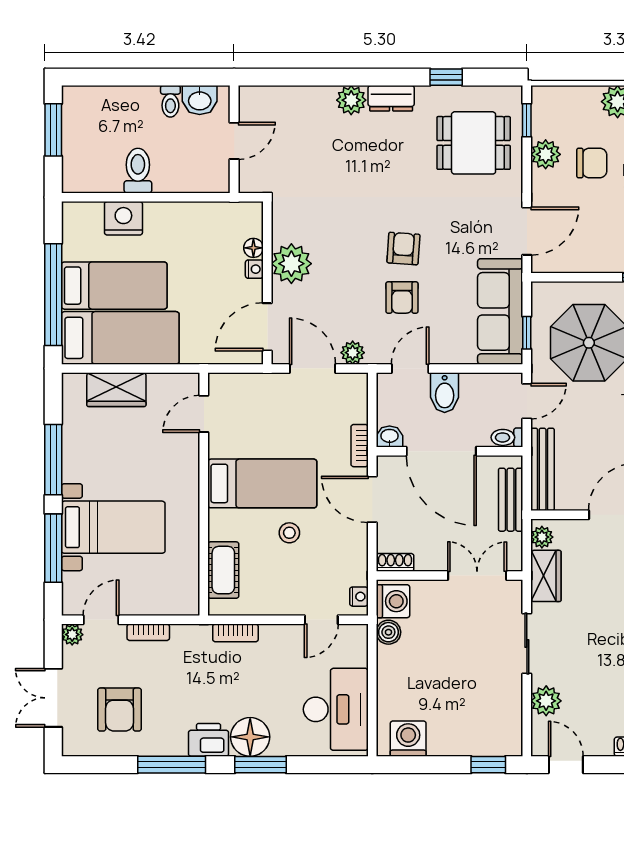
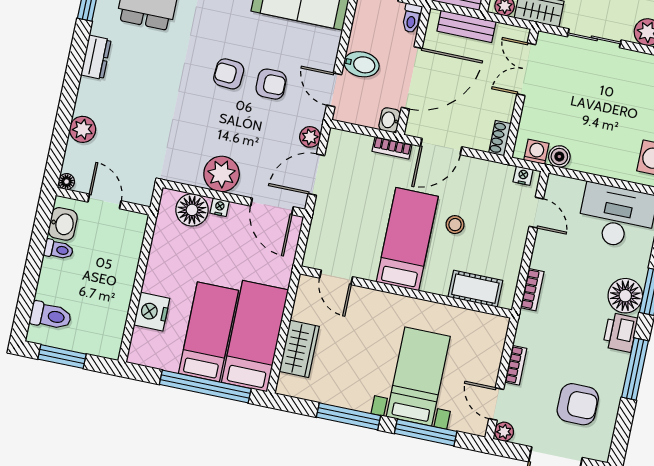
floor lamp: (247, 94) -> (67, 182), added
plant: (351, 100) -> (83, 129), moved
toilet: (138, 171) -> (51, 316), moved, turned 180
floor lamp: (253, 248) -> (192, 210), width x1.89, depth x1.89
washing machine: (393, 601) -> (536, 152), width x0.73, depth x0.73

